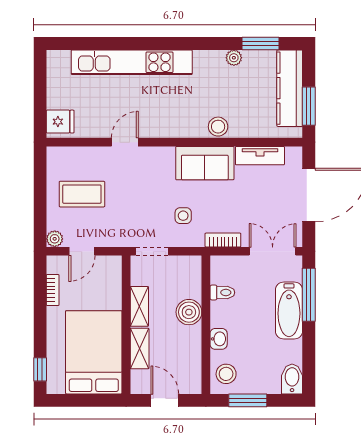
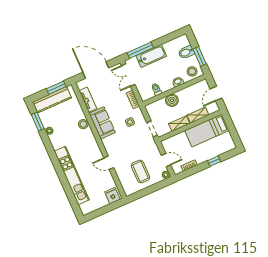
bed: (94, 352) -> (207, 131), width x0.67
window: (40, 369) -> (214, 161), moved
bidet: (292, 379) -> (186, 52), moved

